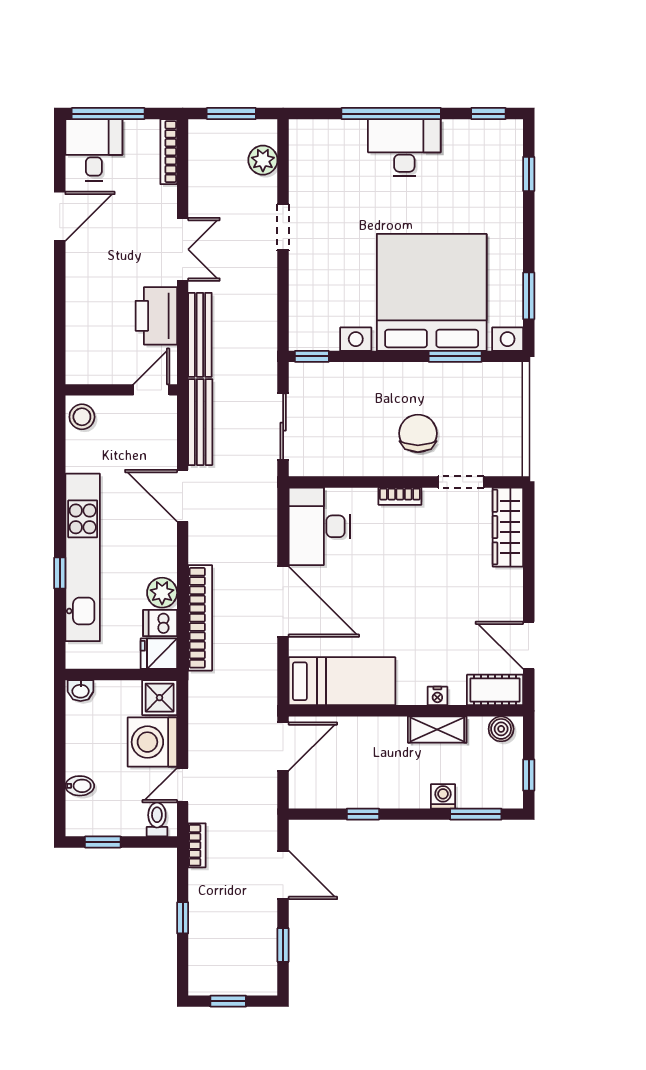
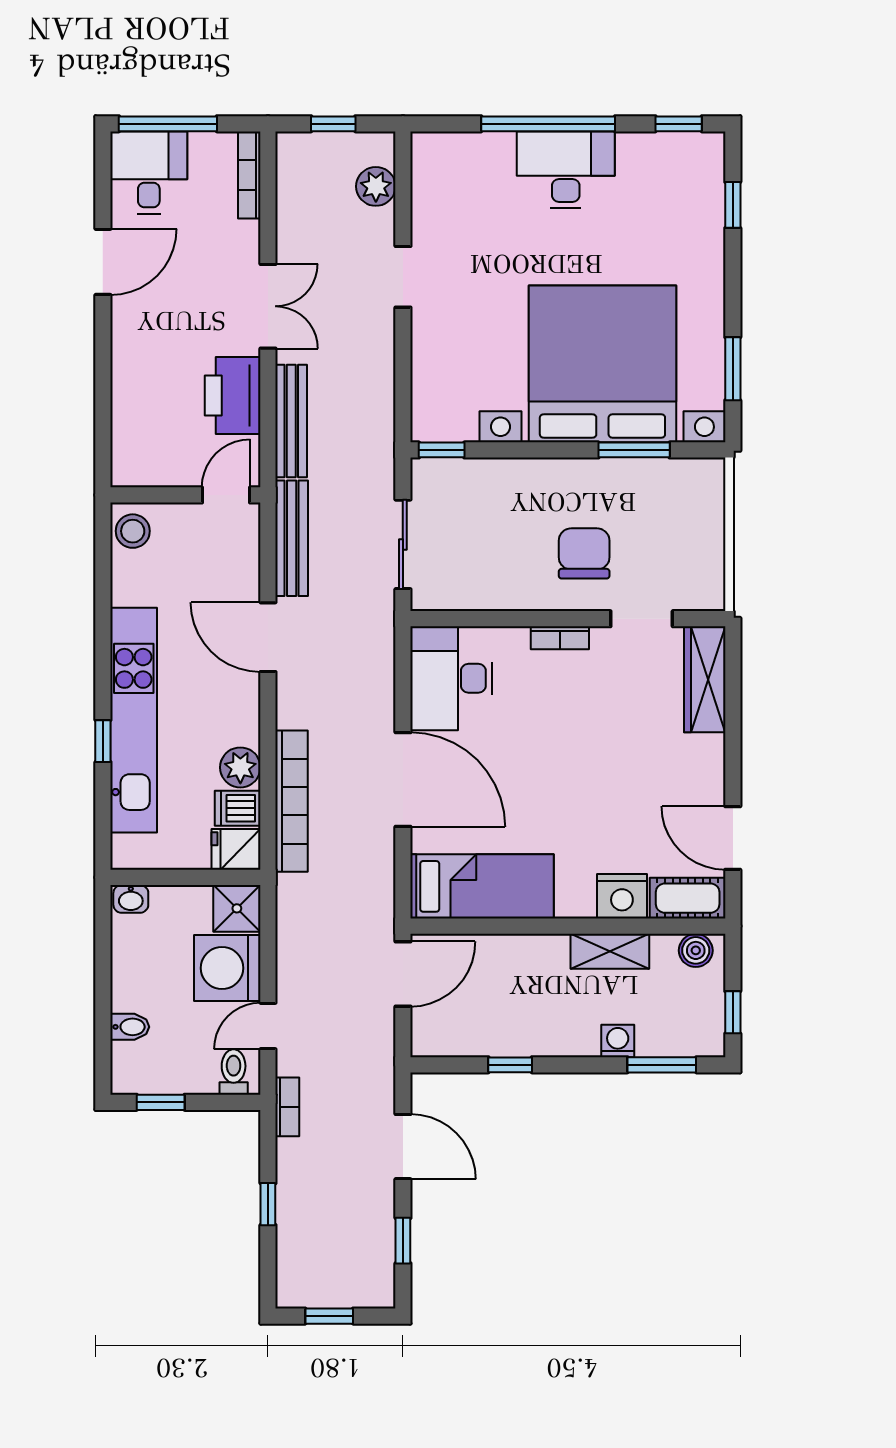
window: (231, 114) -> (333, 124), width x0.67
nightstand: (437, 696) -> (622, 896), width x1.89, depth x1.79

